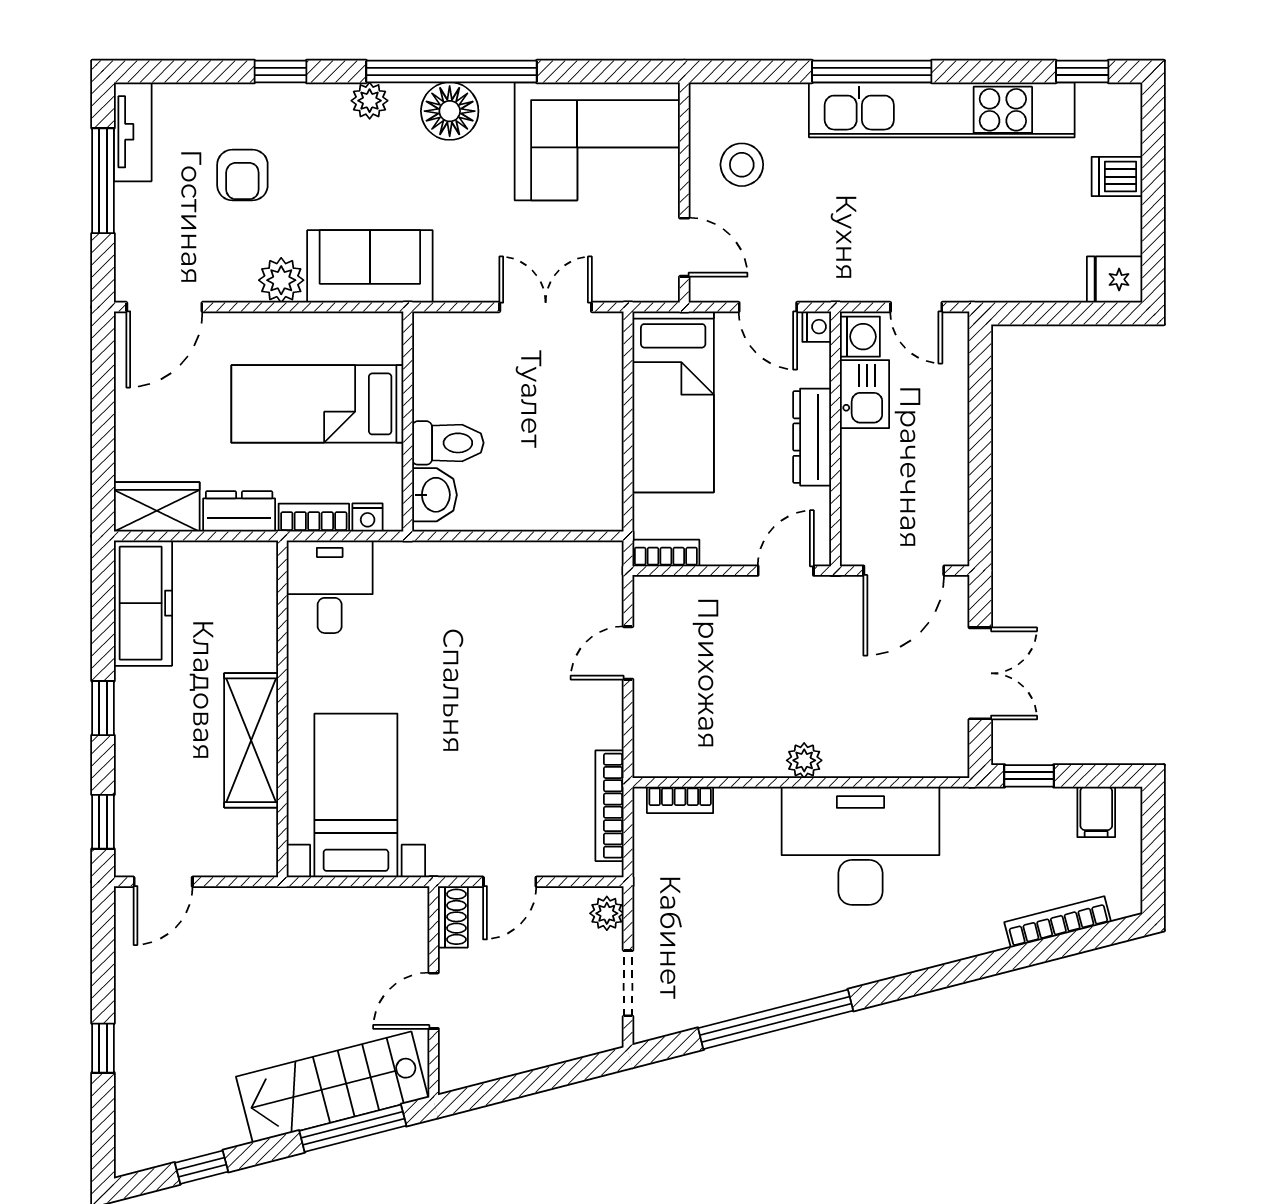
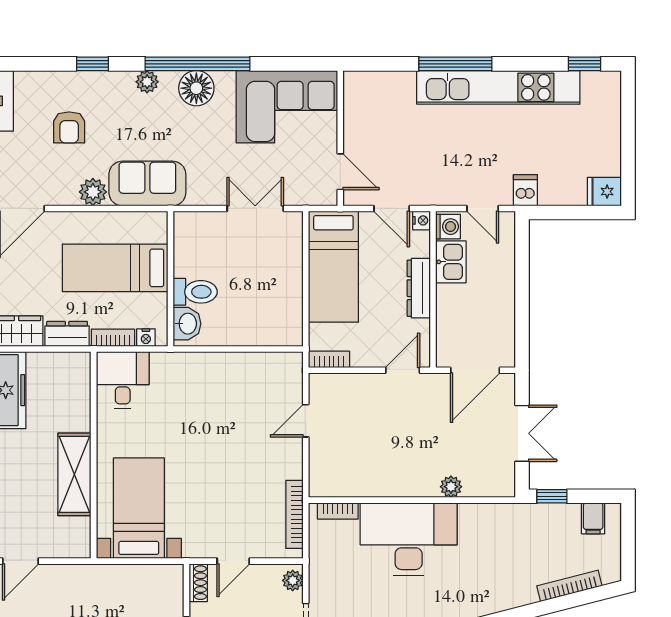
stool: (742, 165) -> (376, 121), removed
dishwasher: (1117, 177) -> (525, 190), moved, turned 90
plant: (804, 760) -> (451, 487), moved
desk: (860, 846) -> (409, 539), moved

